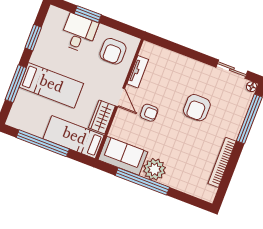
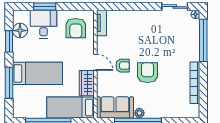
floor lamp: (50, 30) -> (20, 31), added
tv unit: (138, 72) -> (101, 23), moved
armchair: (197, 108) -> (147, 73), moved, turned 180
plant: (154, 169) -> (139, 113), width x0.53, depth x0.53

